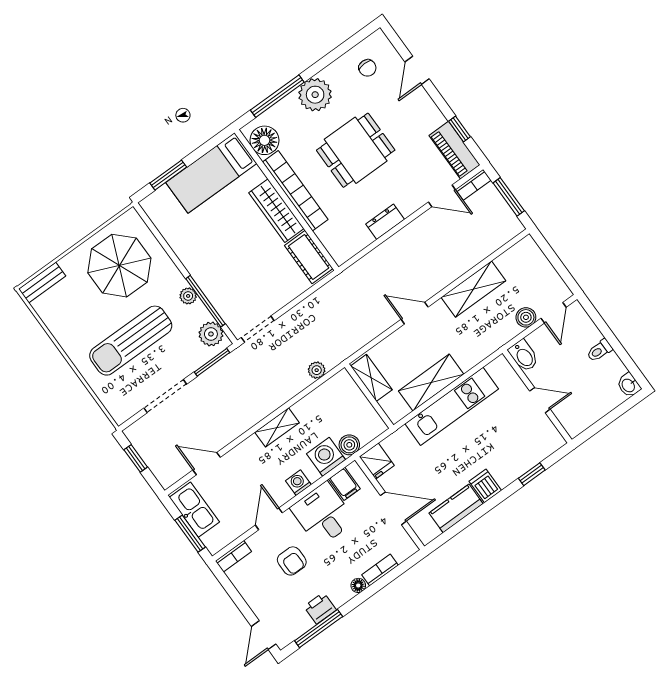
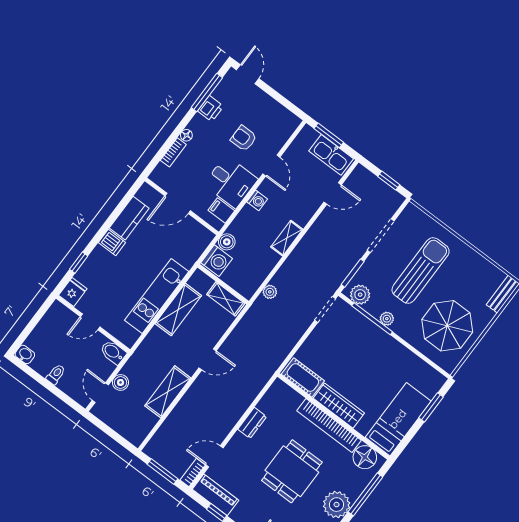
washing machine: (326, 457) -> (217, 261), moved
fridge: (377, 461) -> (73, 292), moved, turned 90
bookcase: (233, 556) -> (290, 128), removed

